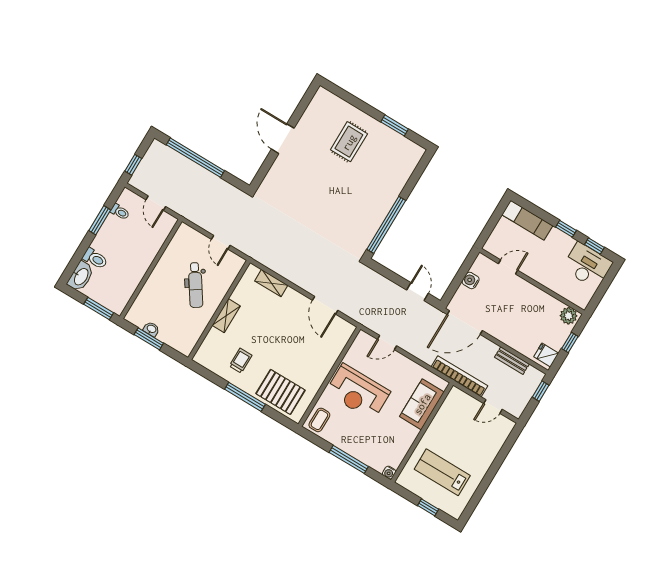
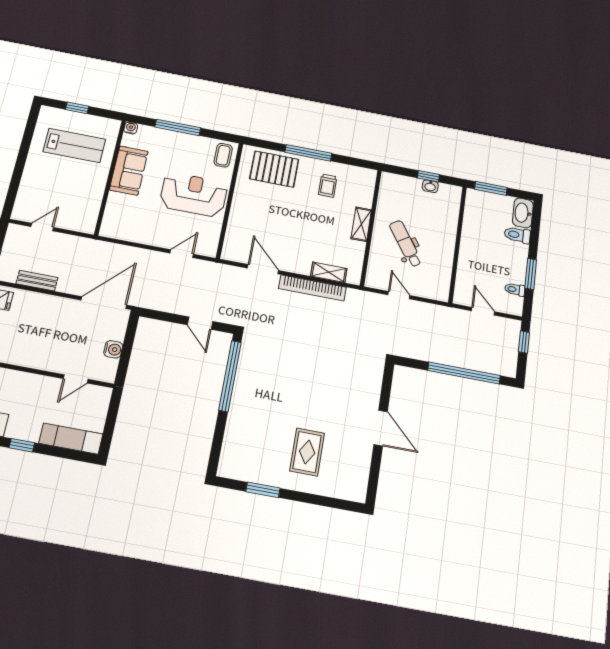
door: (418, 292) -> (200, 323), moved
window: (149, 339) -> (428, 176), width x0.67
bookcase: (459, 376) -> (312, 288), moved
sofa: (422, 404) -> (129, 171), moved

